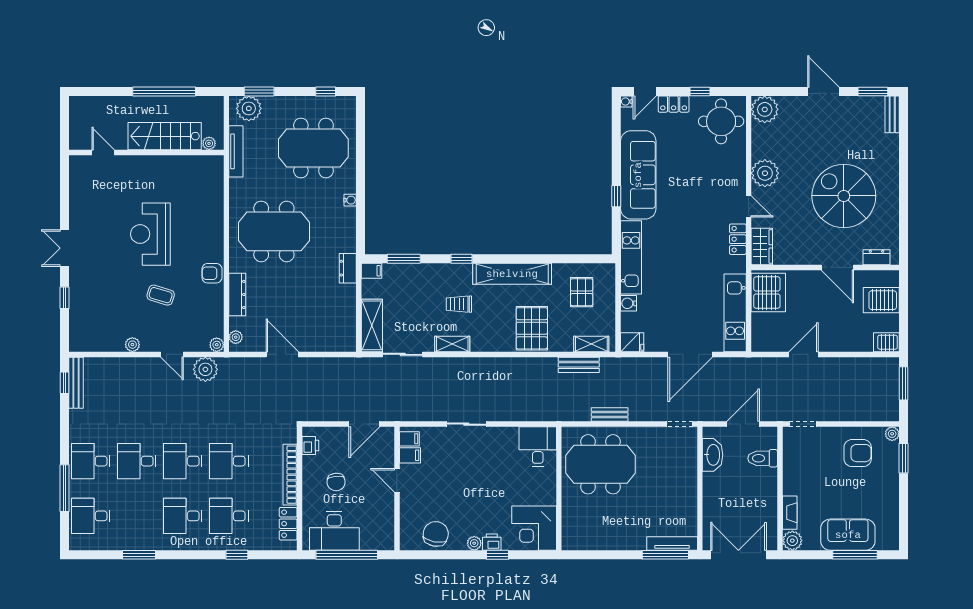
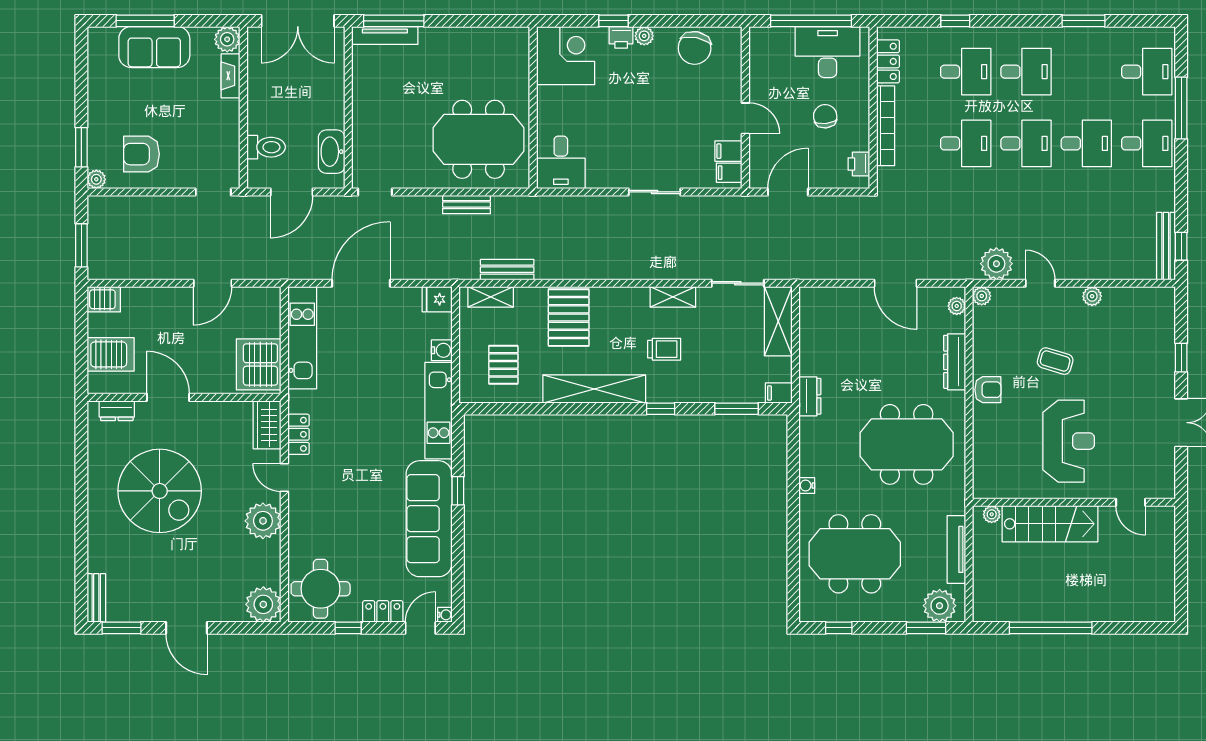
stairs: (165, 136) -> (1050, 524), moved
plant: (209, 143) -> (992, 514), moved
door: (103, 153) -> (1131, 502), moved
wall: (146, 153) -> (1074, 502), moved

